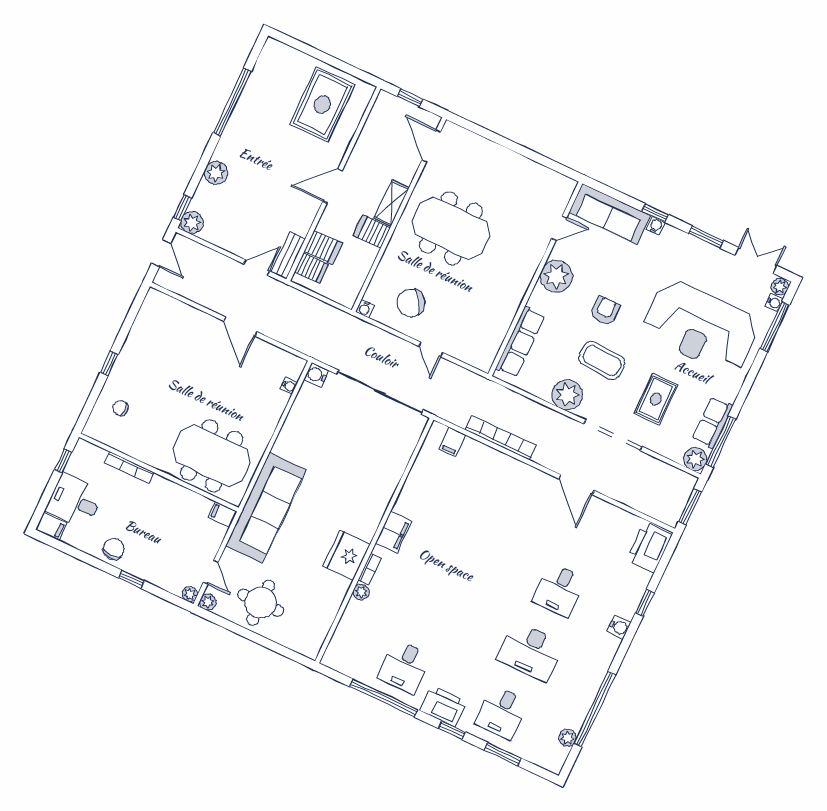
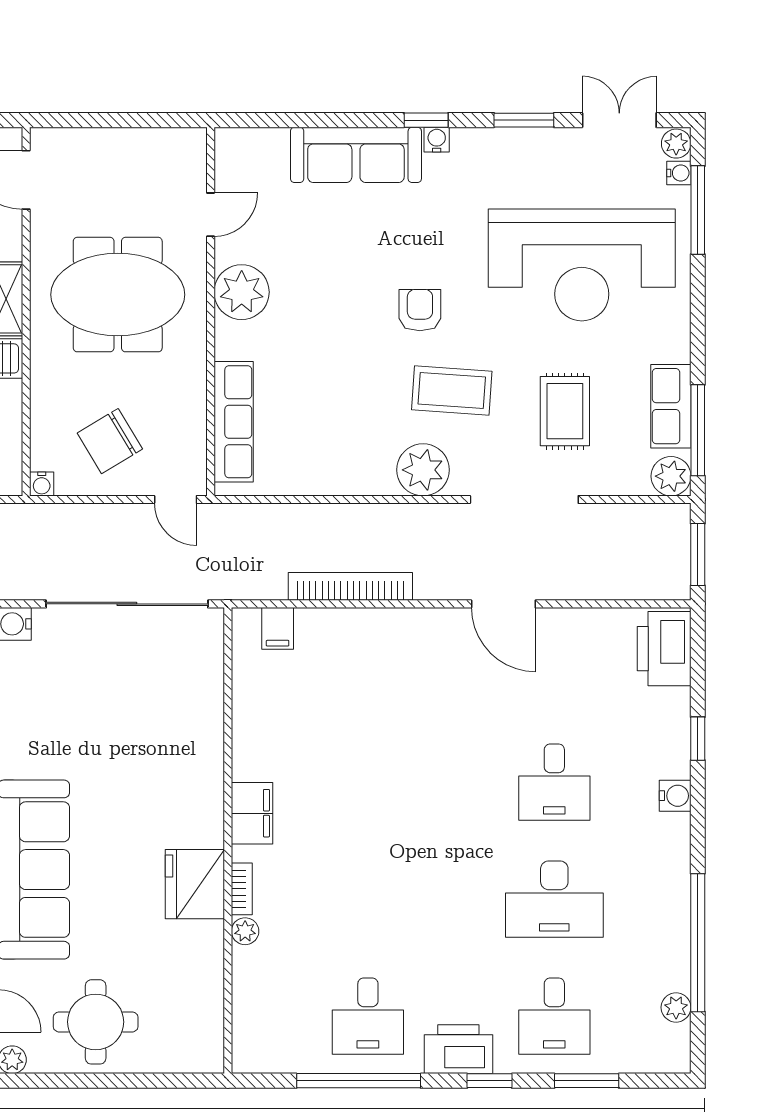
door: (559, 228) -> (211, 215), moved
plant: (556, 276) -> (242, 292), moved
wall: (535, 279) -> (211, 312), moved
row of seats: (520, 342) -> (234, 422), moved

